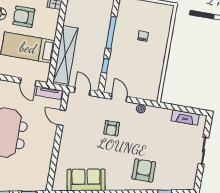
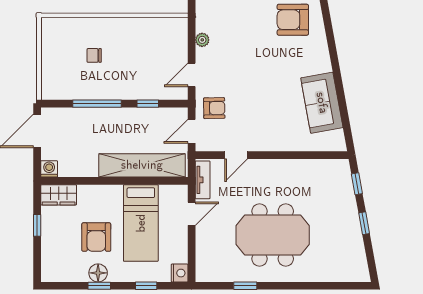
armchair: (112, 128) -> (214, 108), moved

